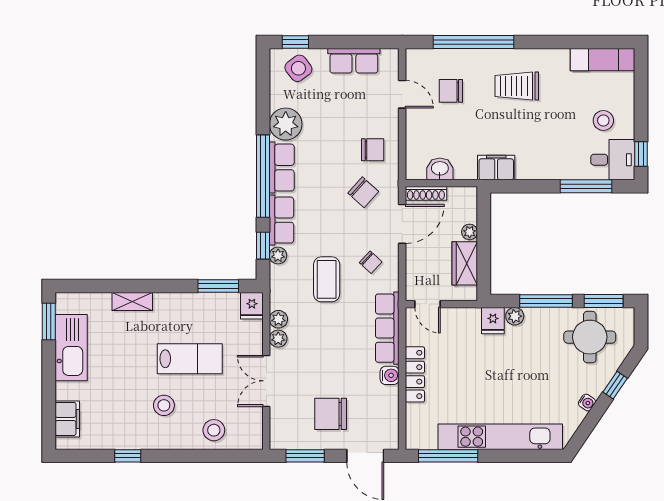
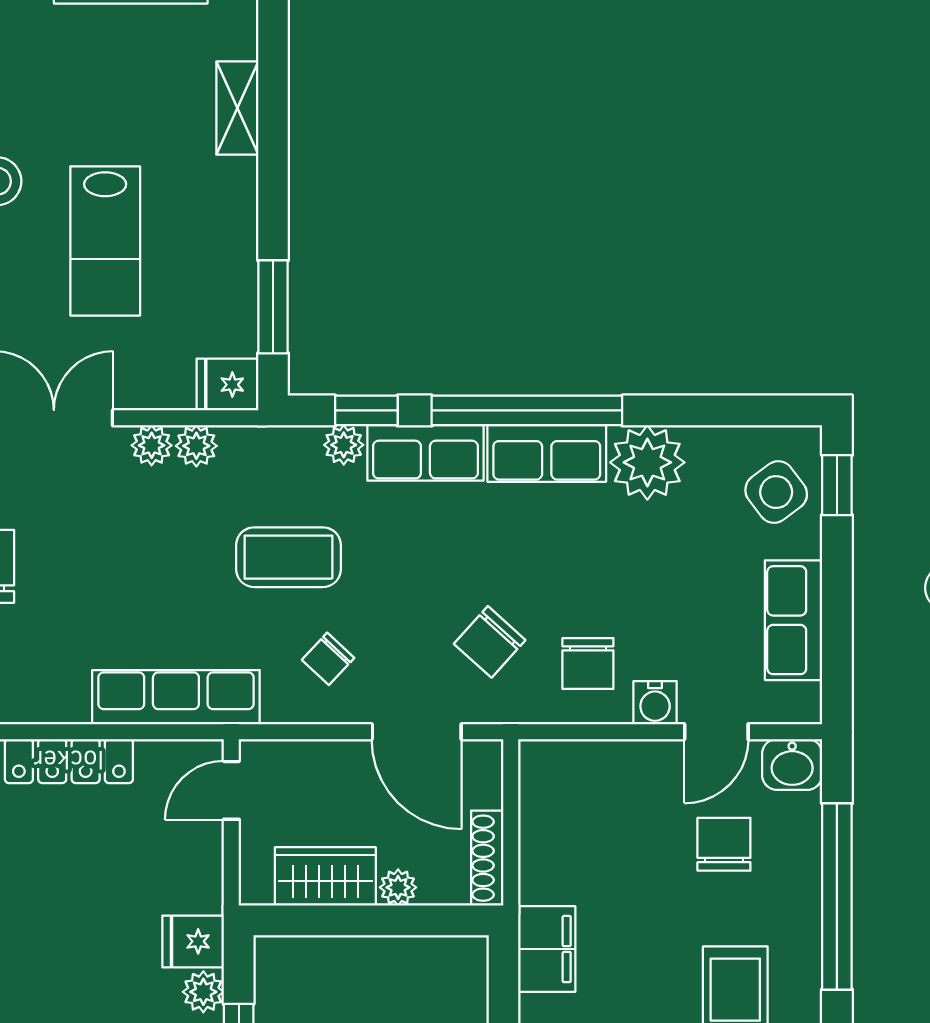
washbasin: (440, 169) -> (792, 764), moved, turned 90
shoe rack: (426, 193) -> (487, 858), moved
water cooler: (390, 375) -> (655, 703), moved

